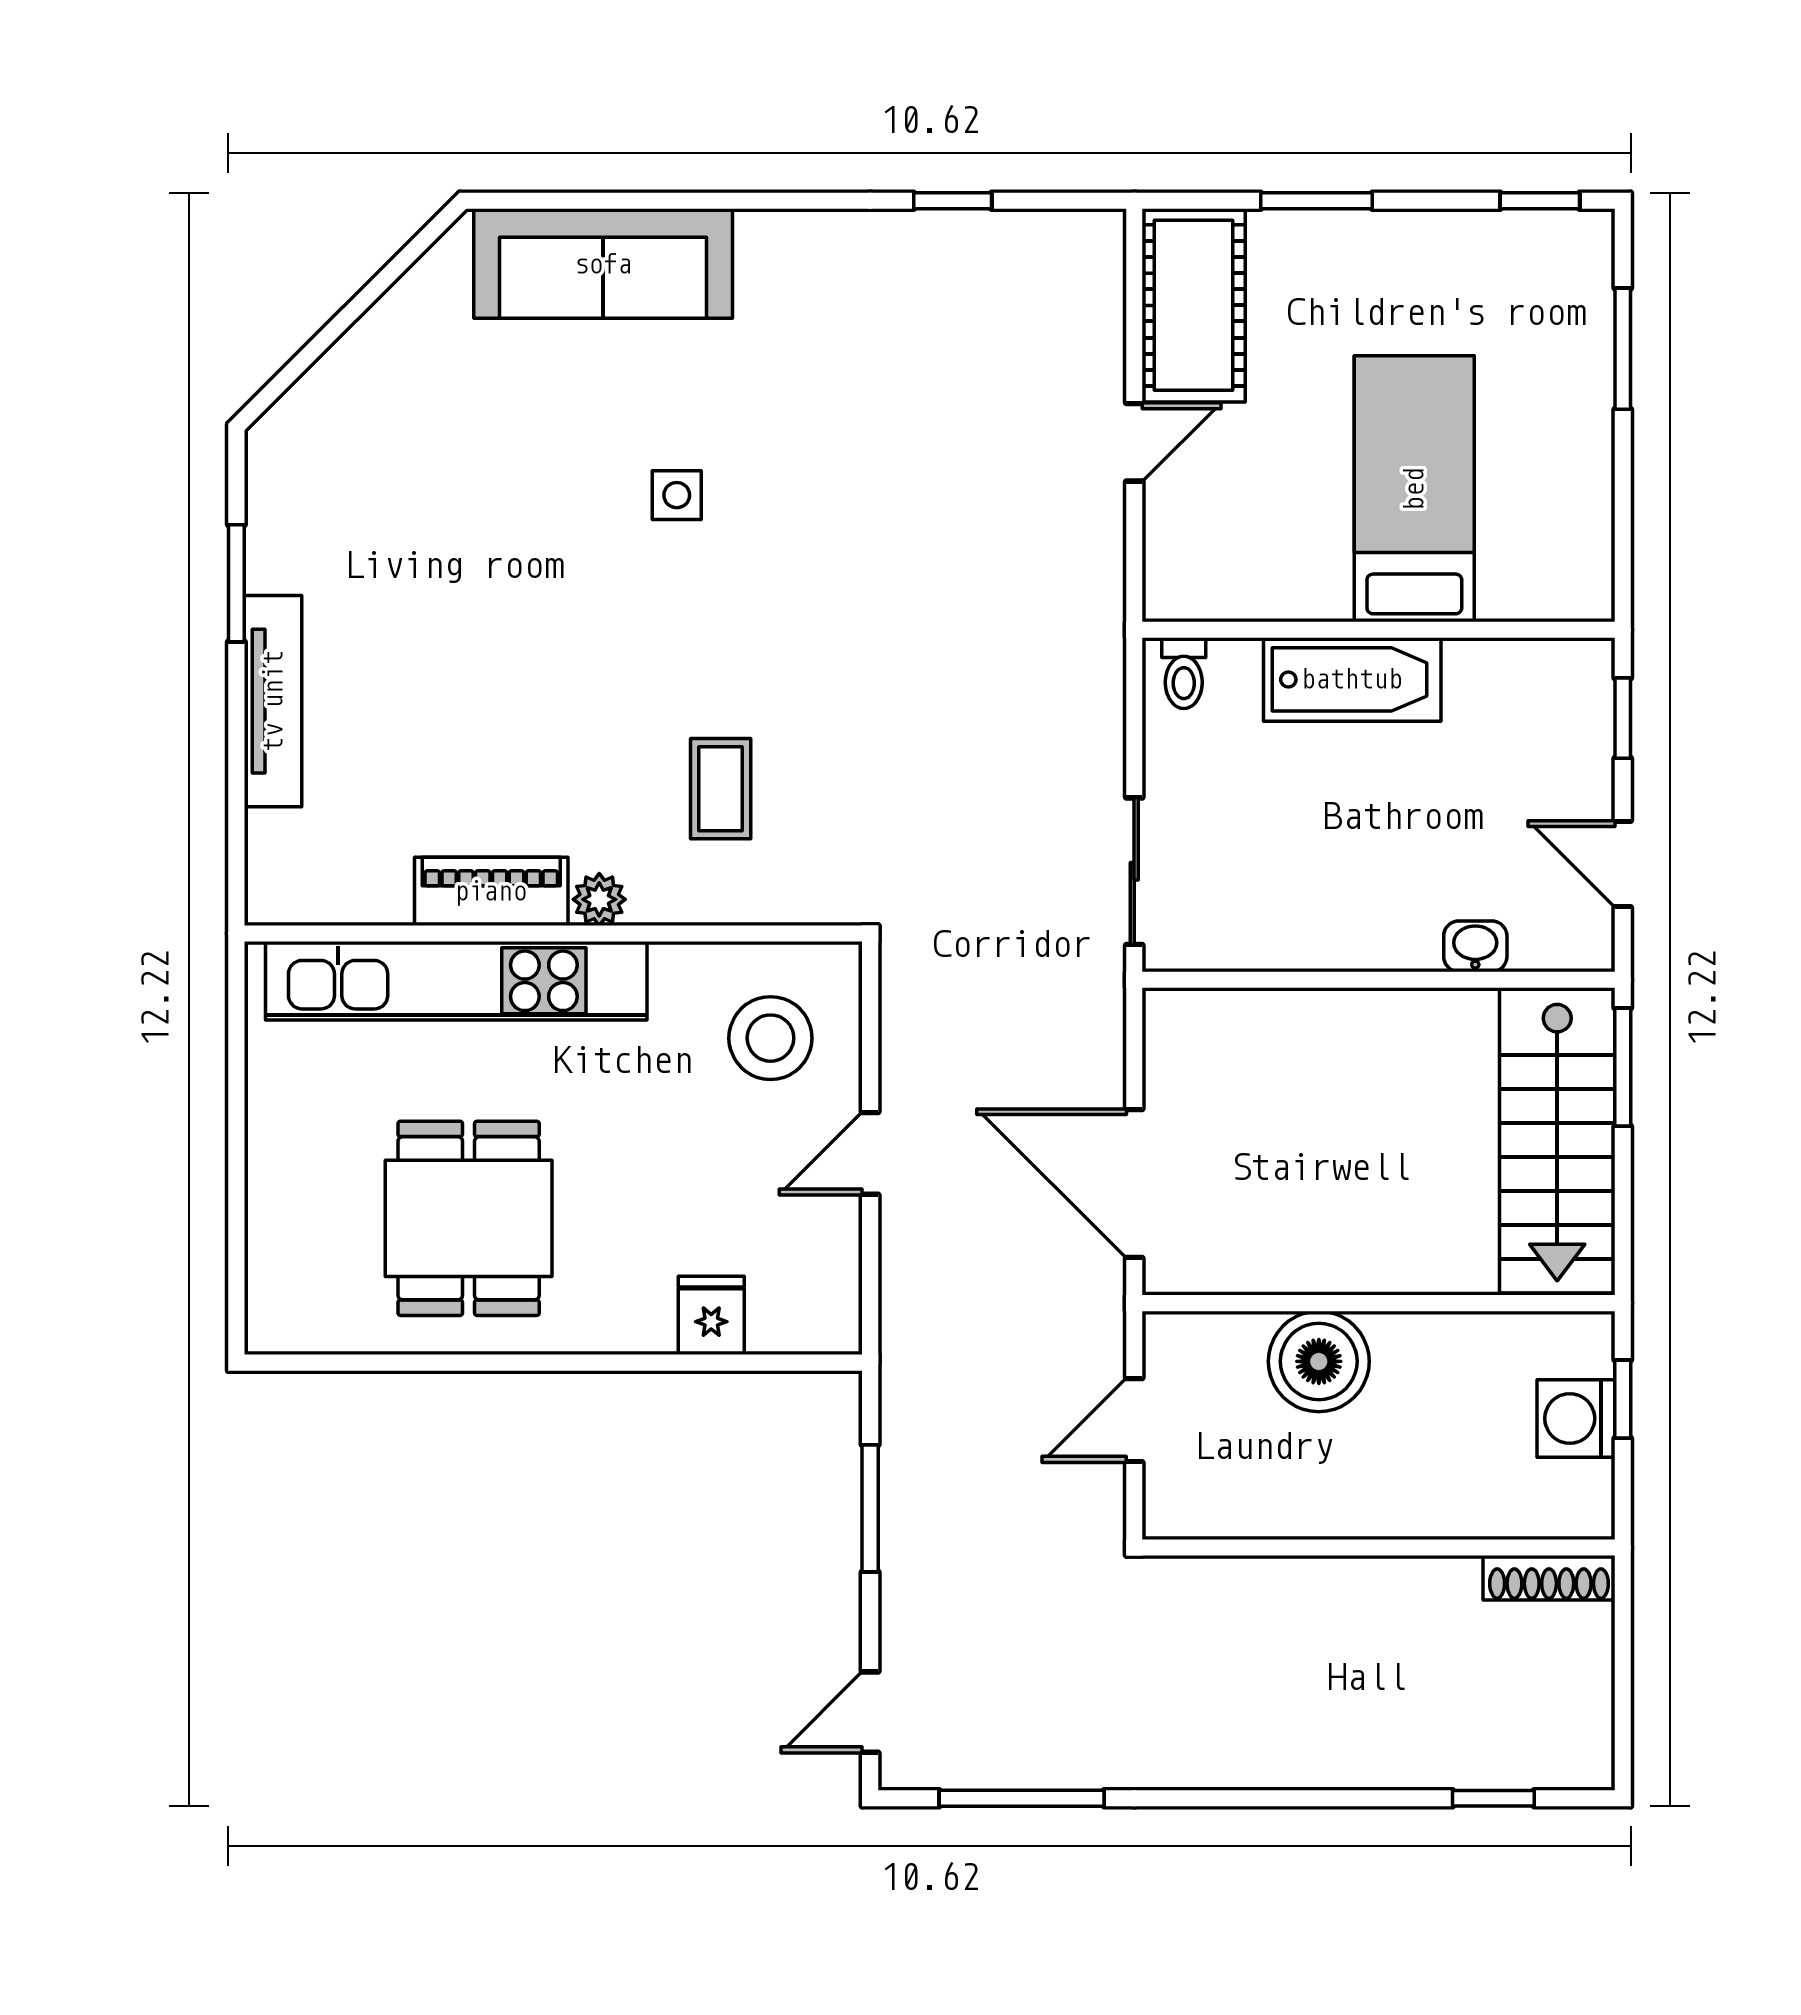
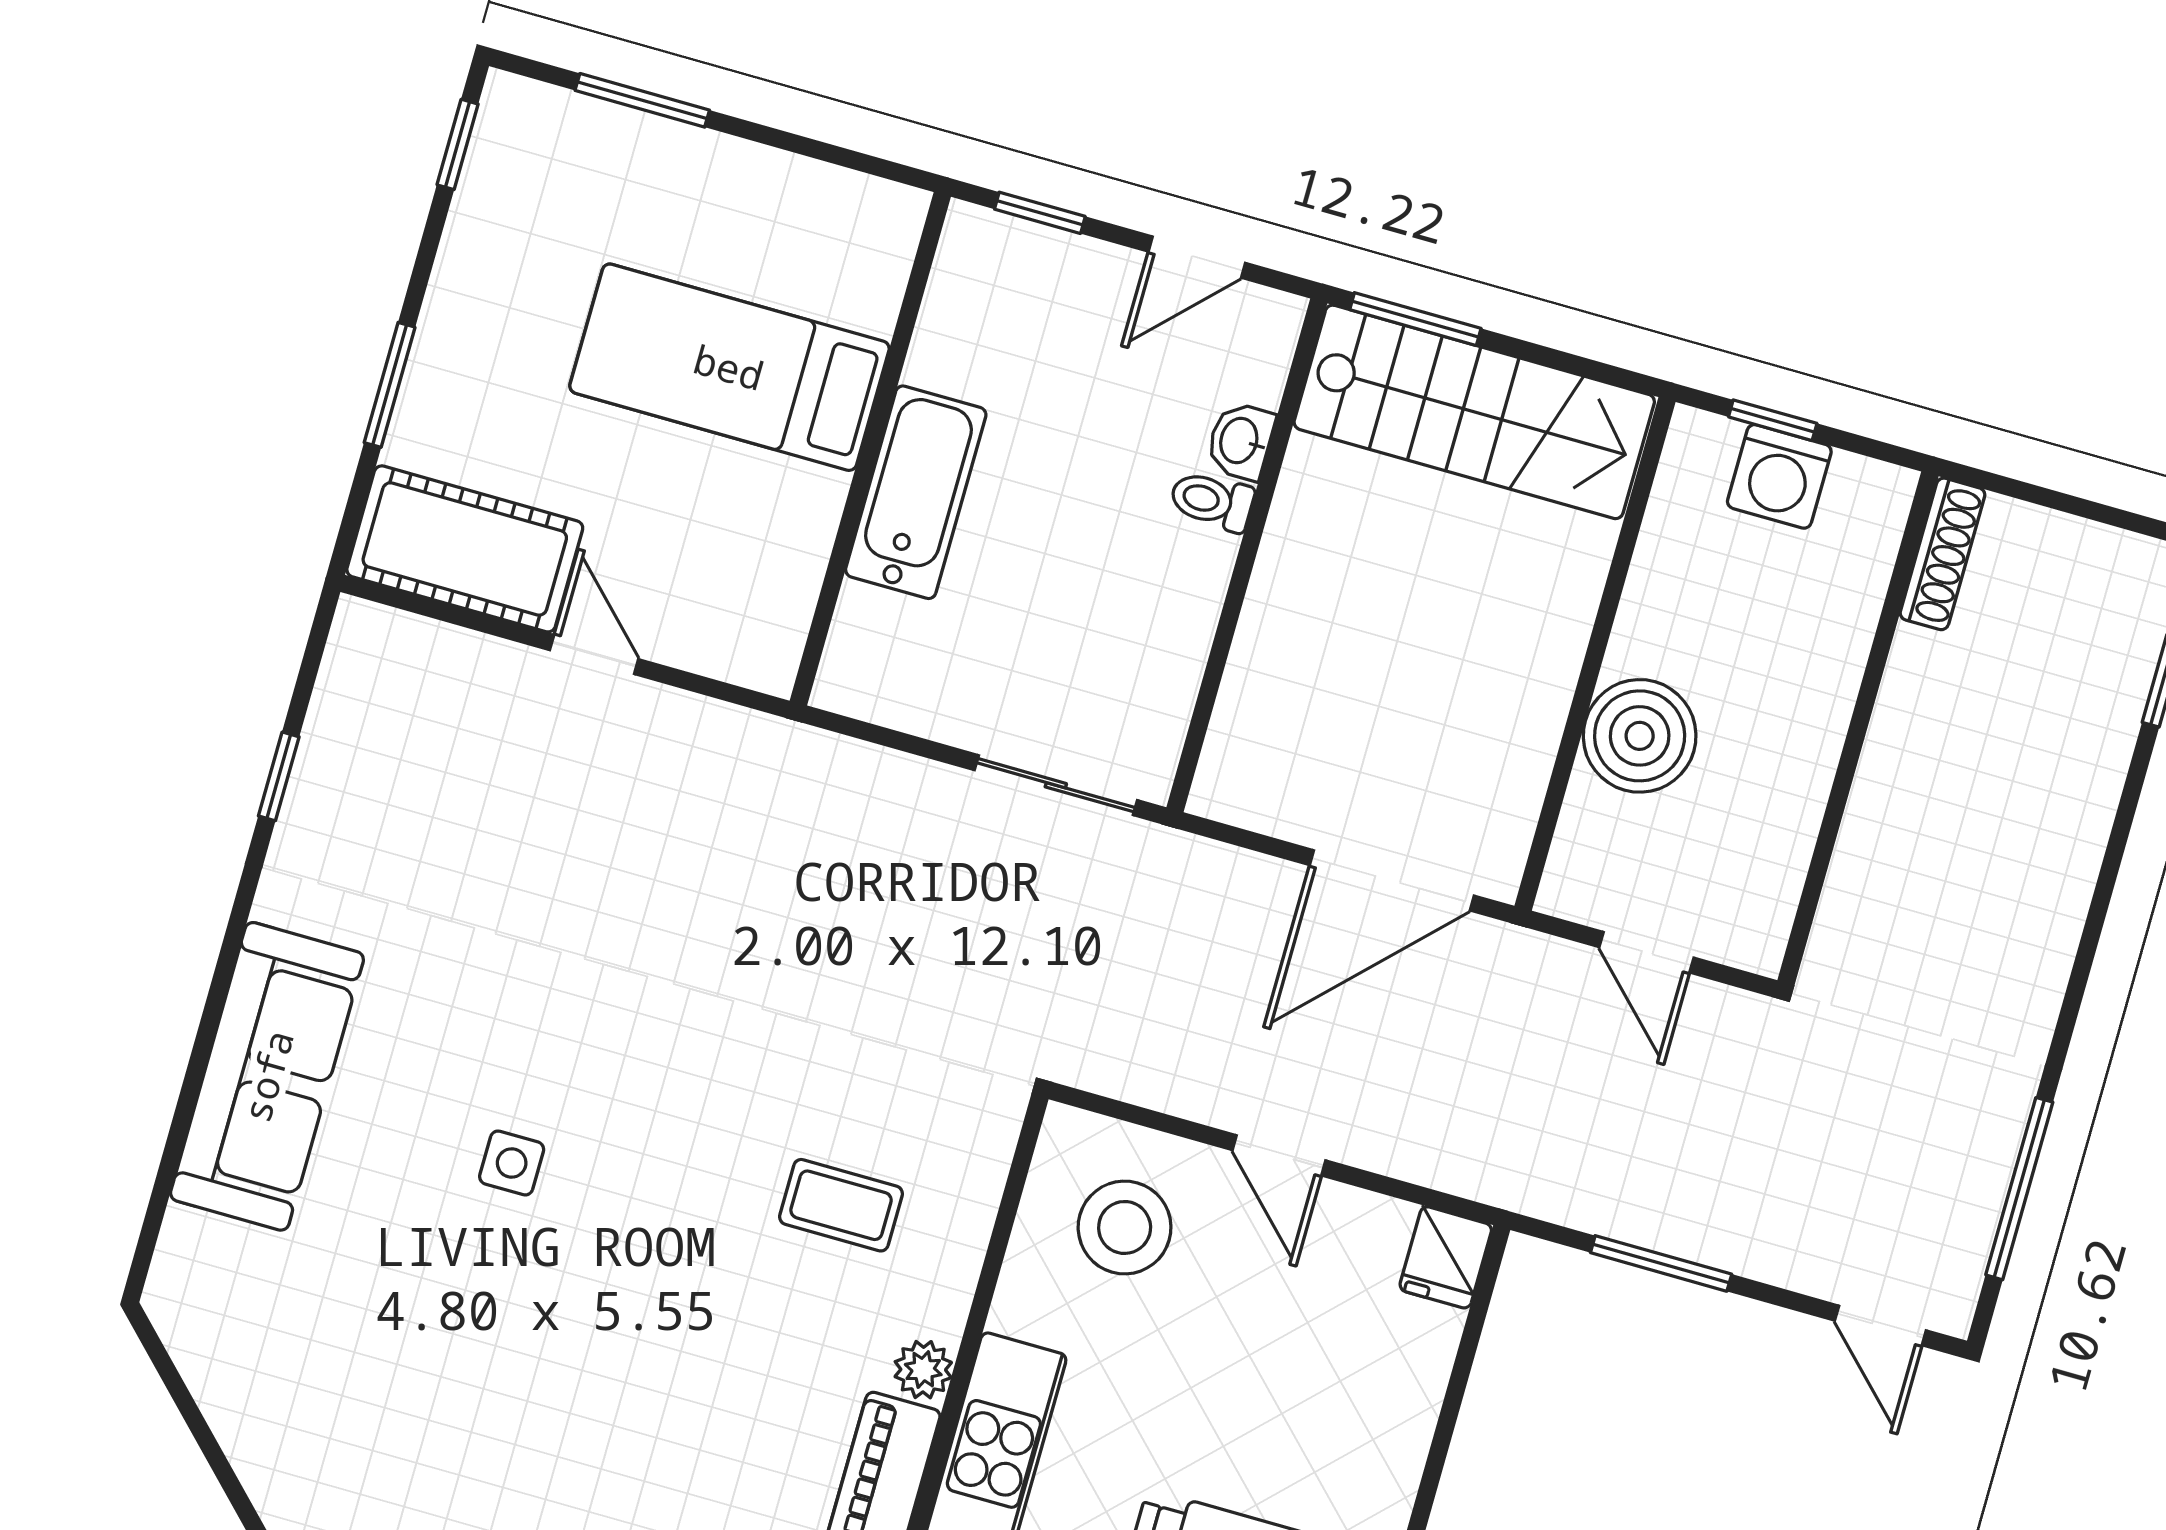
sofa: (603, 264) -> (267, 1076), moved
toilet: (1184, 673) -> (1212, 501), moved, turned 180
fridge: (711, 1315) -> (1446, 1257), moved, turned -90

